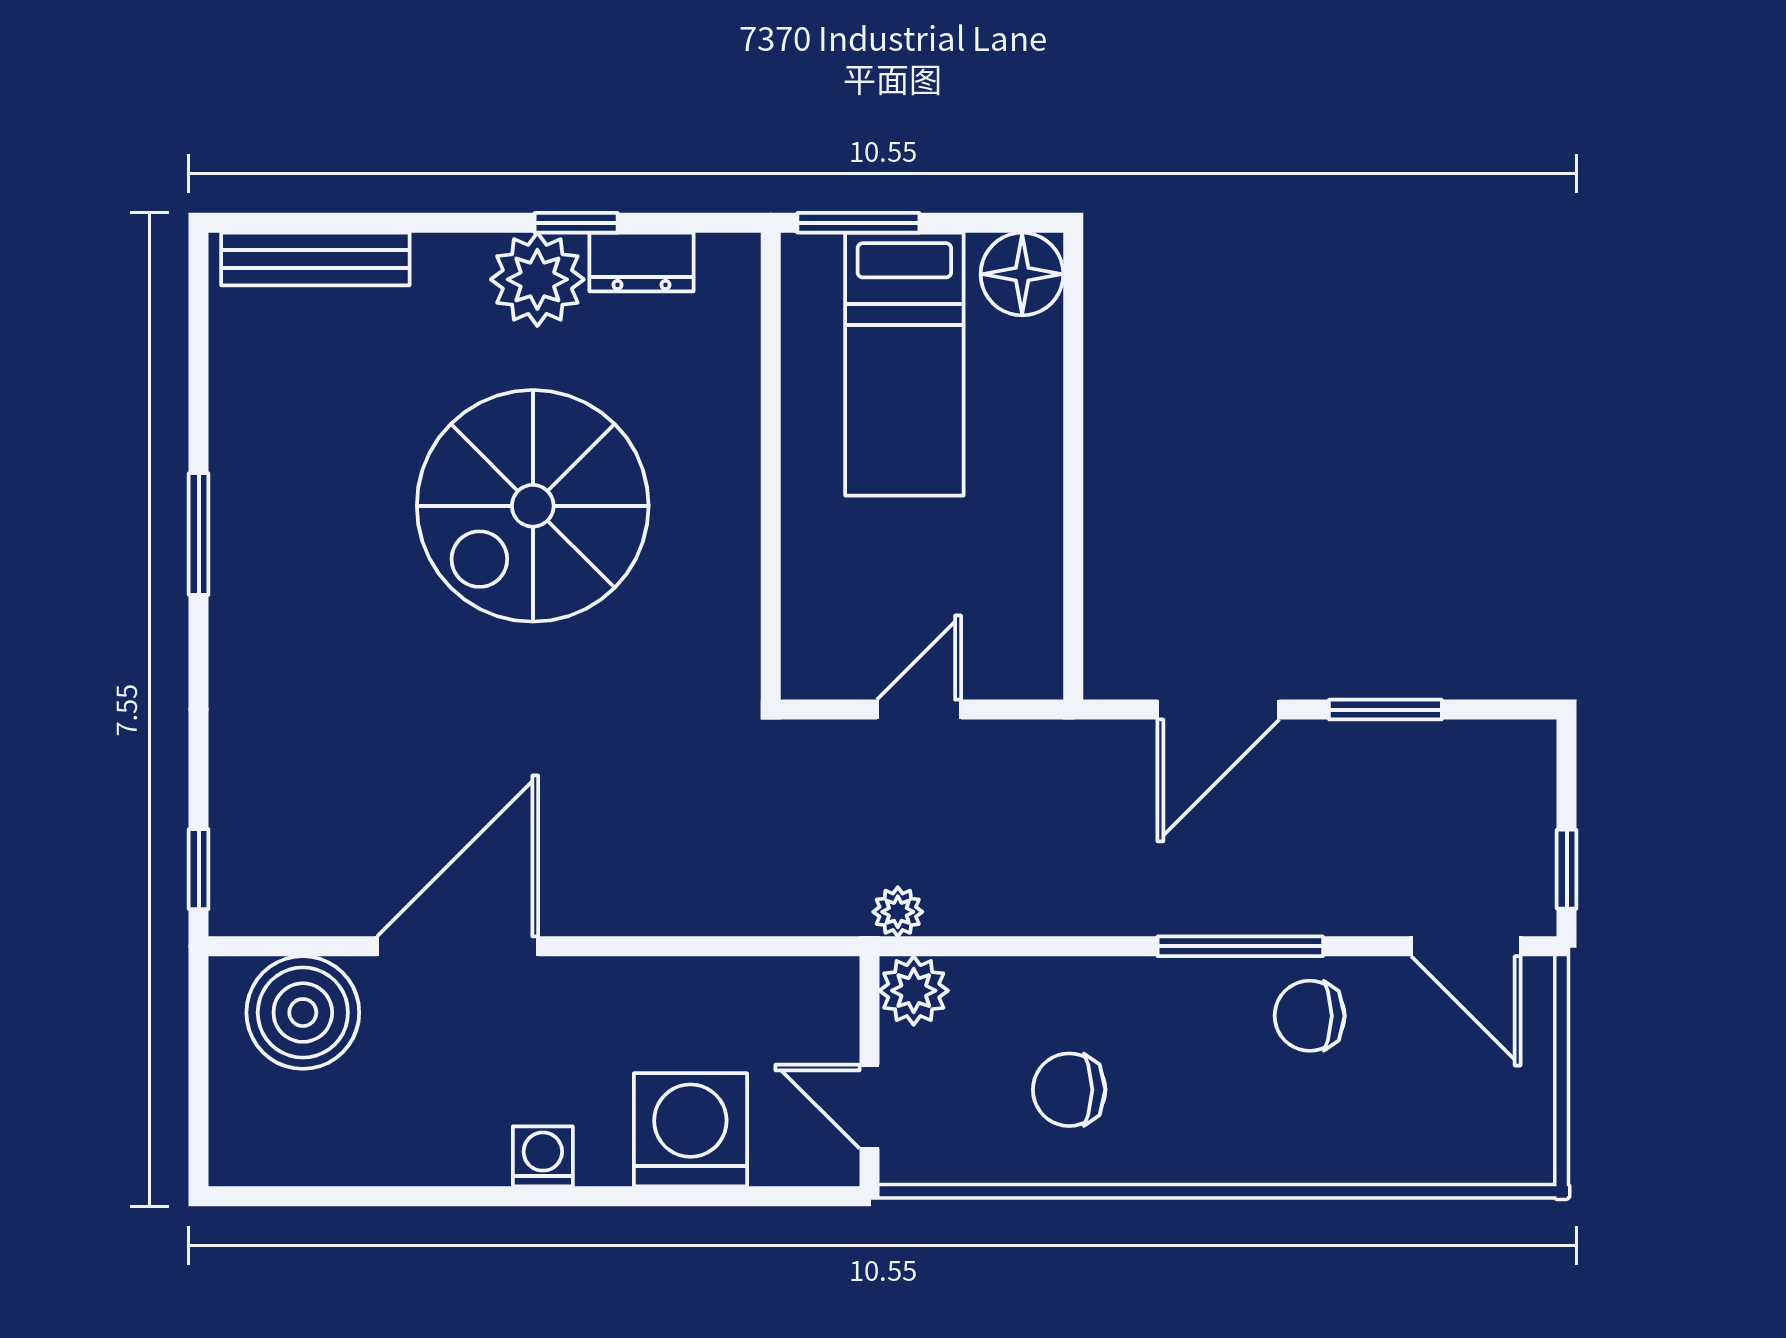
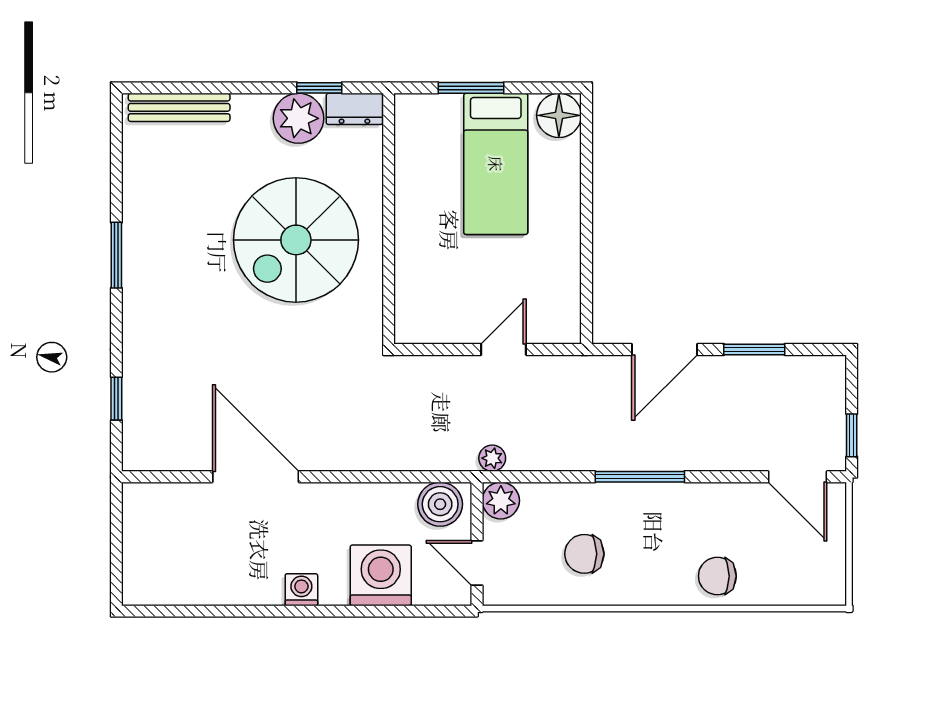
wall: (771, 466) -> (389, 219), moved
window: (199, 869) -> (116, 399), moved
door: (458, 946) -> (256, 477), hinge flipped
window: (1240, 946) -> (640, 477), moved
boiler: (303, 1013) -> (440, 504), moved, width x0.73, depth x0.73
chair: (1310, 1016) -> (717, 576), moved

